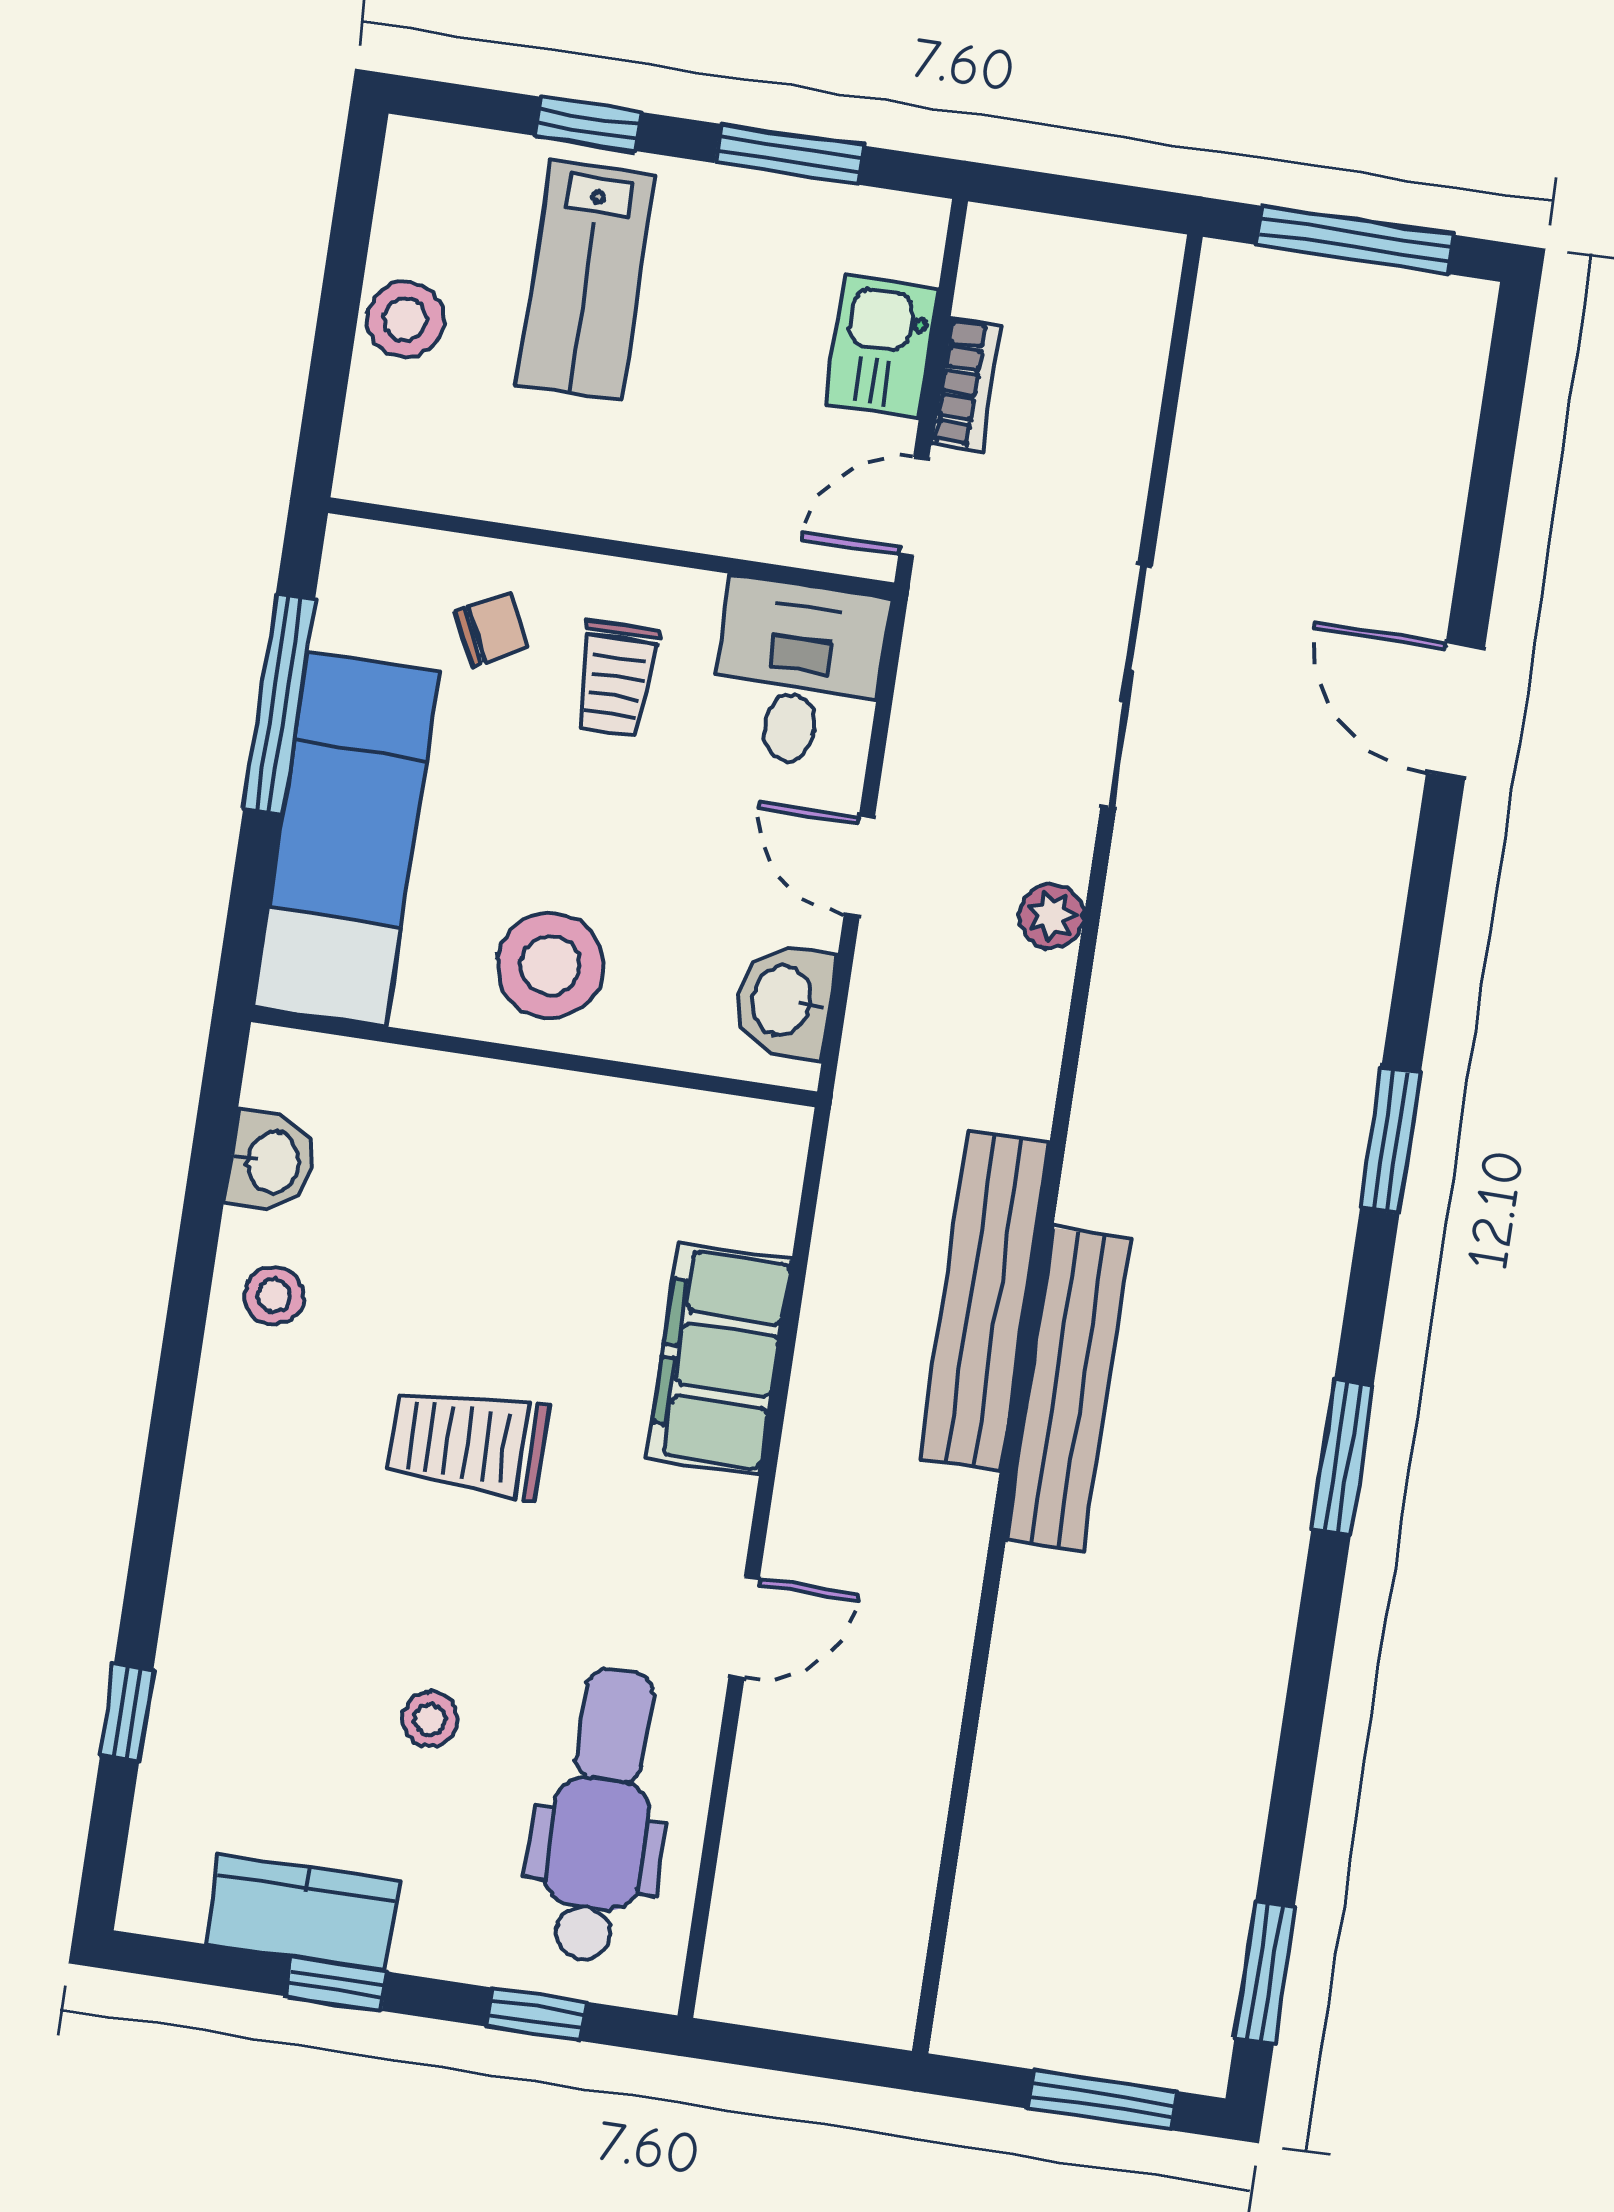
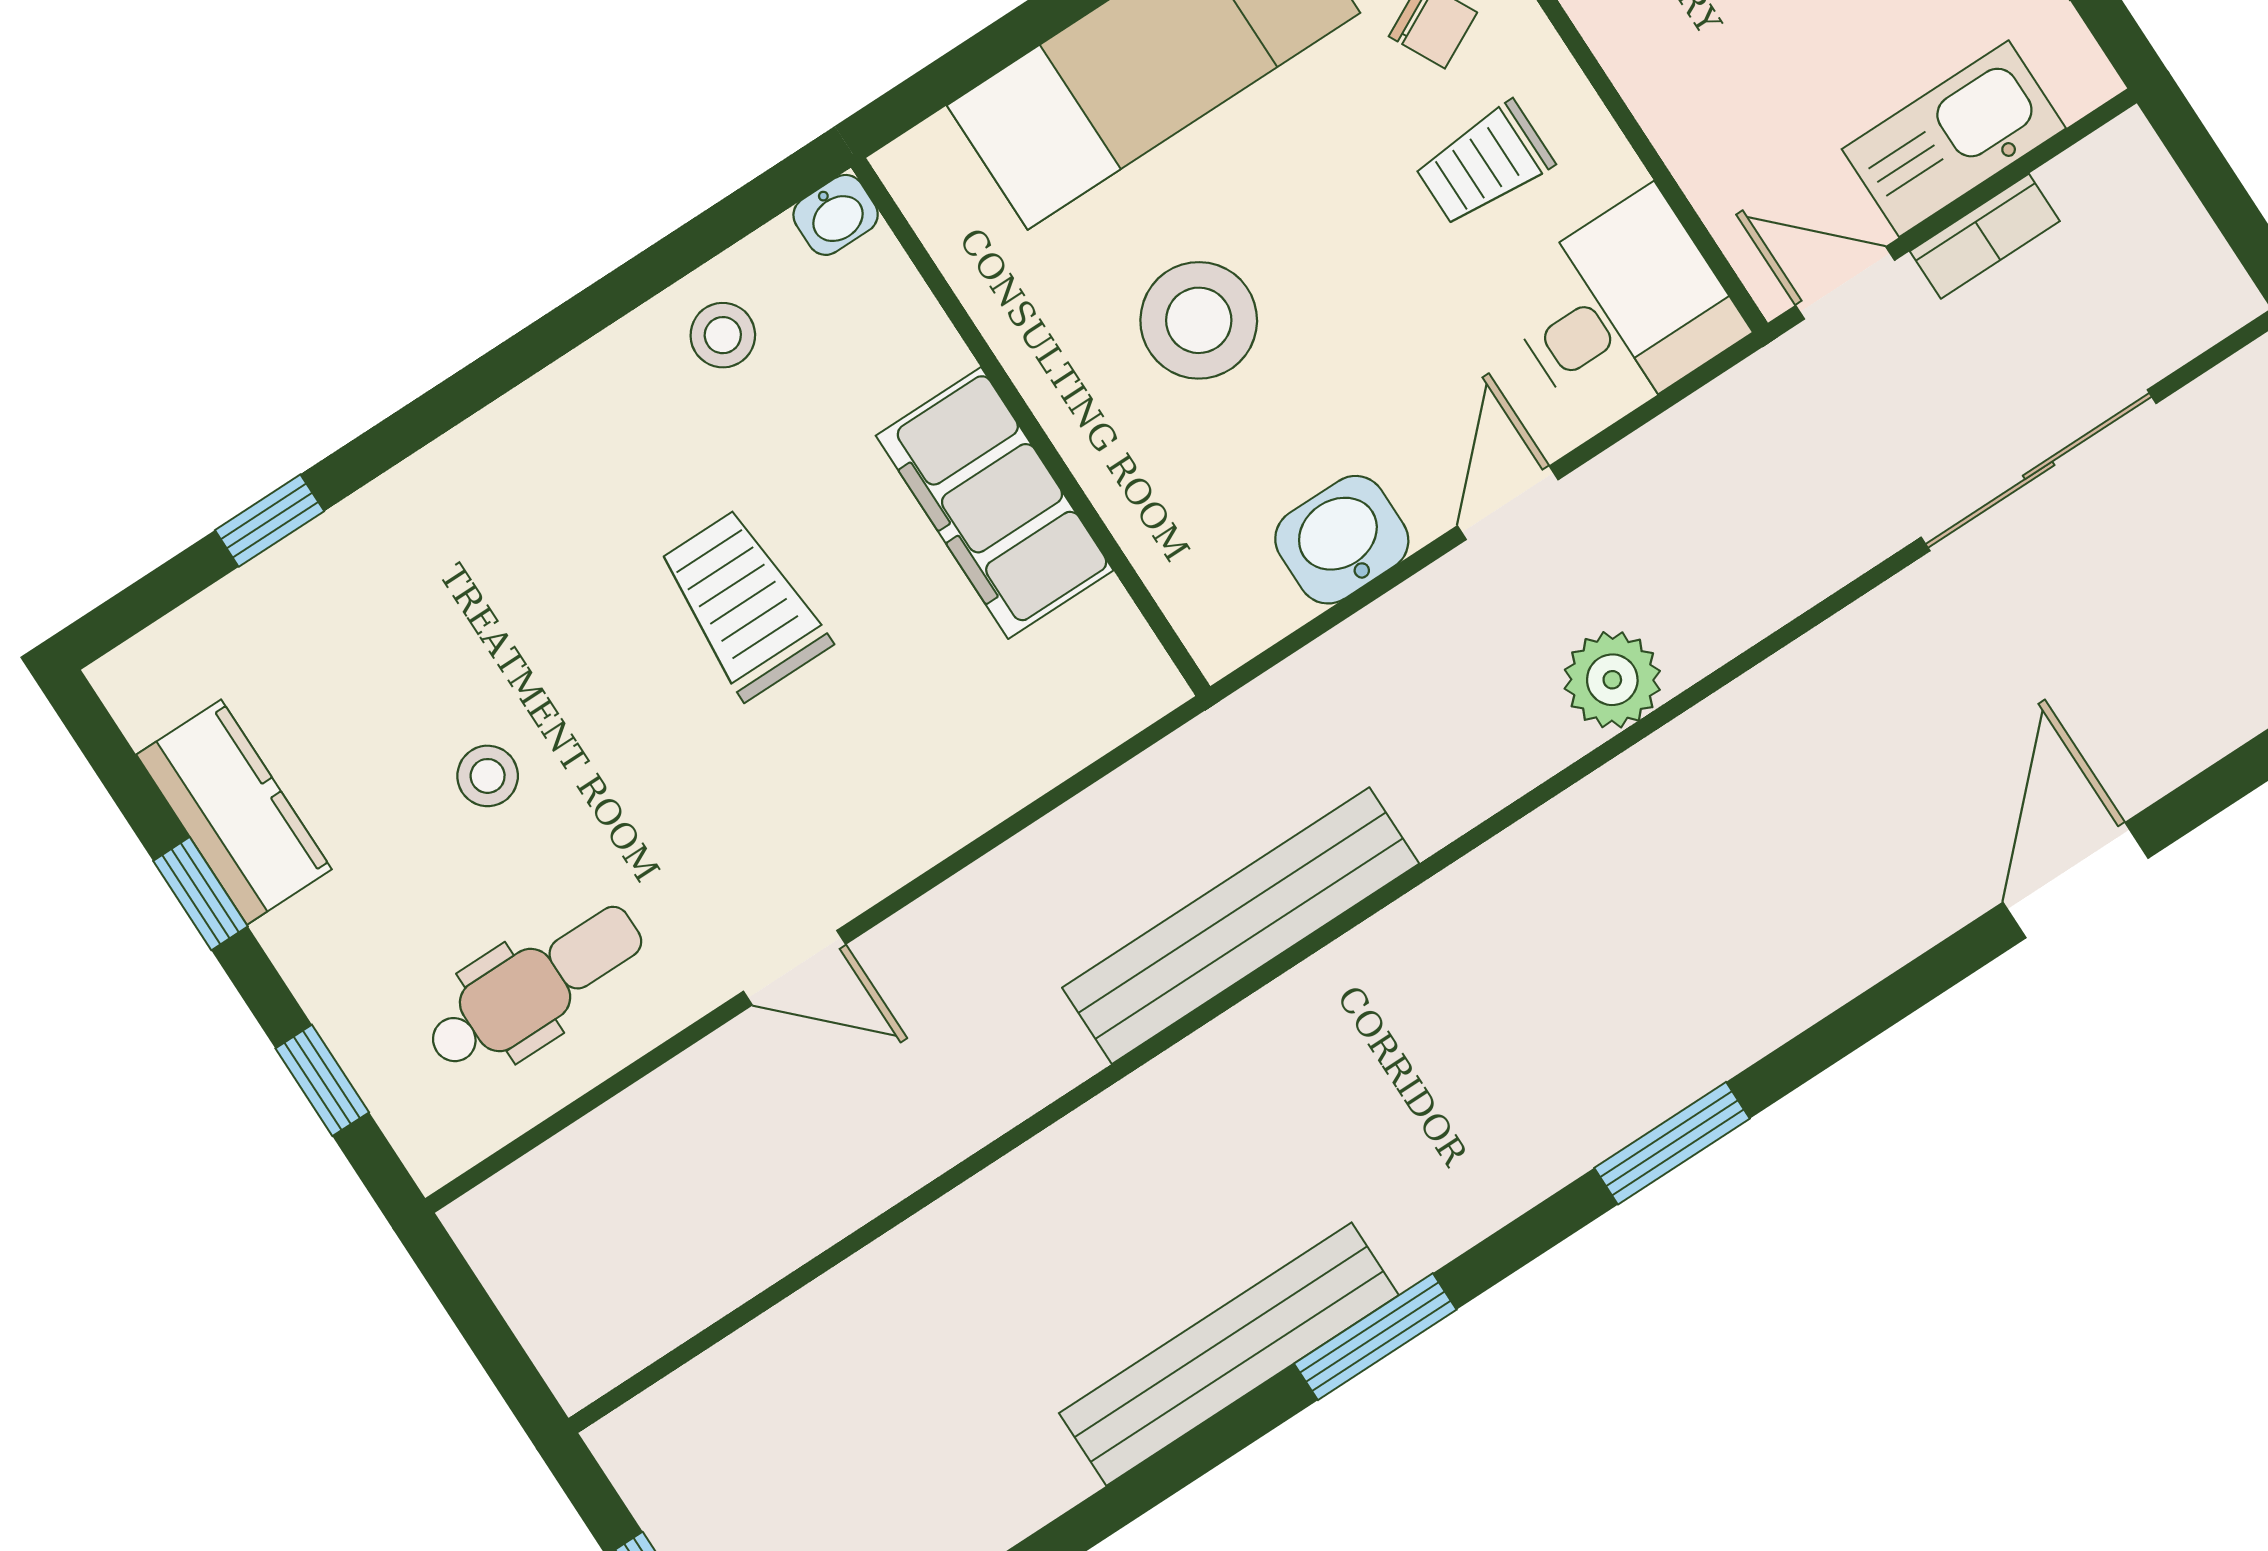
kitchen sink: (882, 346) -> (1954, 139), width x1.38
sliding door: (1127, 686) -> (2039, 470), moved
plant: (1052, 916) -> (1612, 680), width x1.38, depth x1.38
wall: (534, 1057) -> (1031, 427), moved
washbasin: (271, 1162) -> (836, 215), width x0.72, depth x0.69
filing cabinet: (719, 1359) -> (995, 503), moved, turned -90
bench: (1068, 1390) -> (1229, 1354), moved
dental chair: (601, 1815) -> (535, 987), width x0.73, depth x0.72

